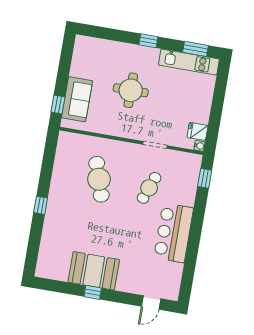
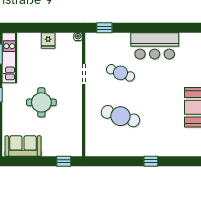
sofa: (77, 99) -> (23, 146), moved
fridge: (197, 131) -> (48, 40), moved
cafe table: (99, 179) -> (120, 116), turned 36

